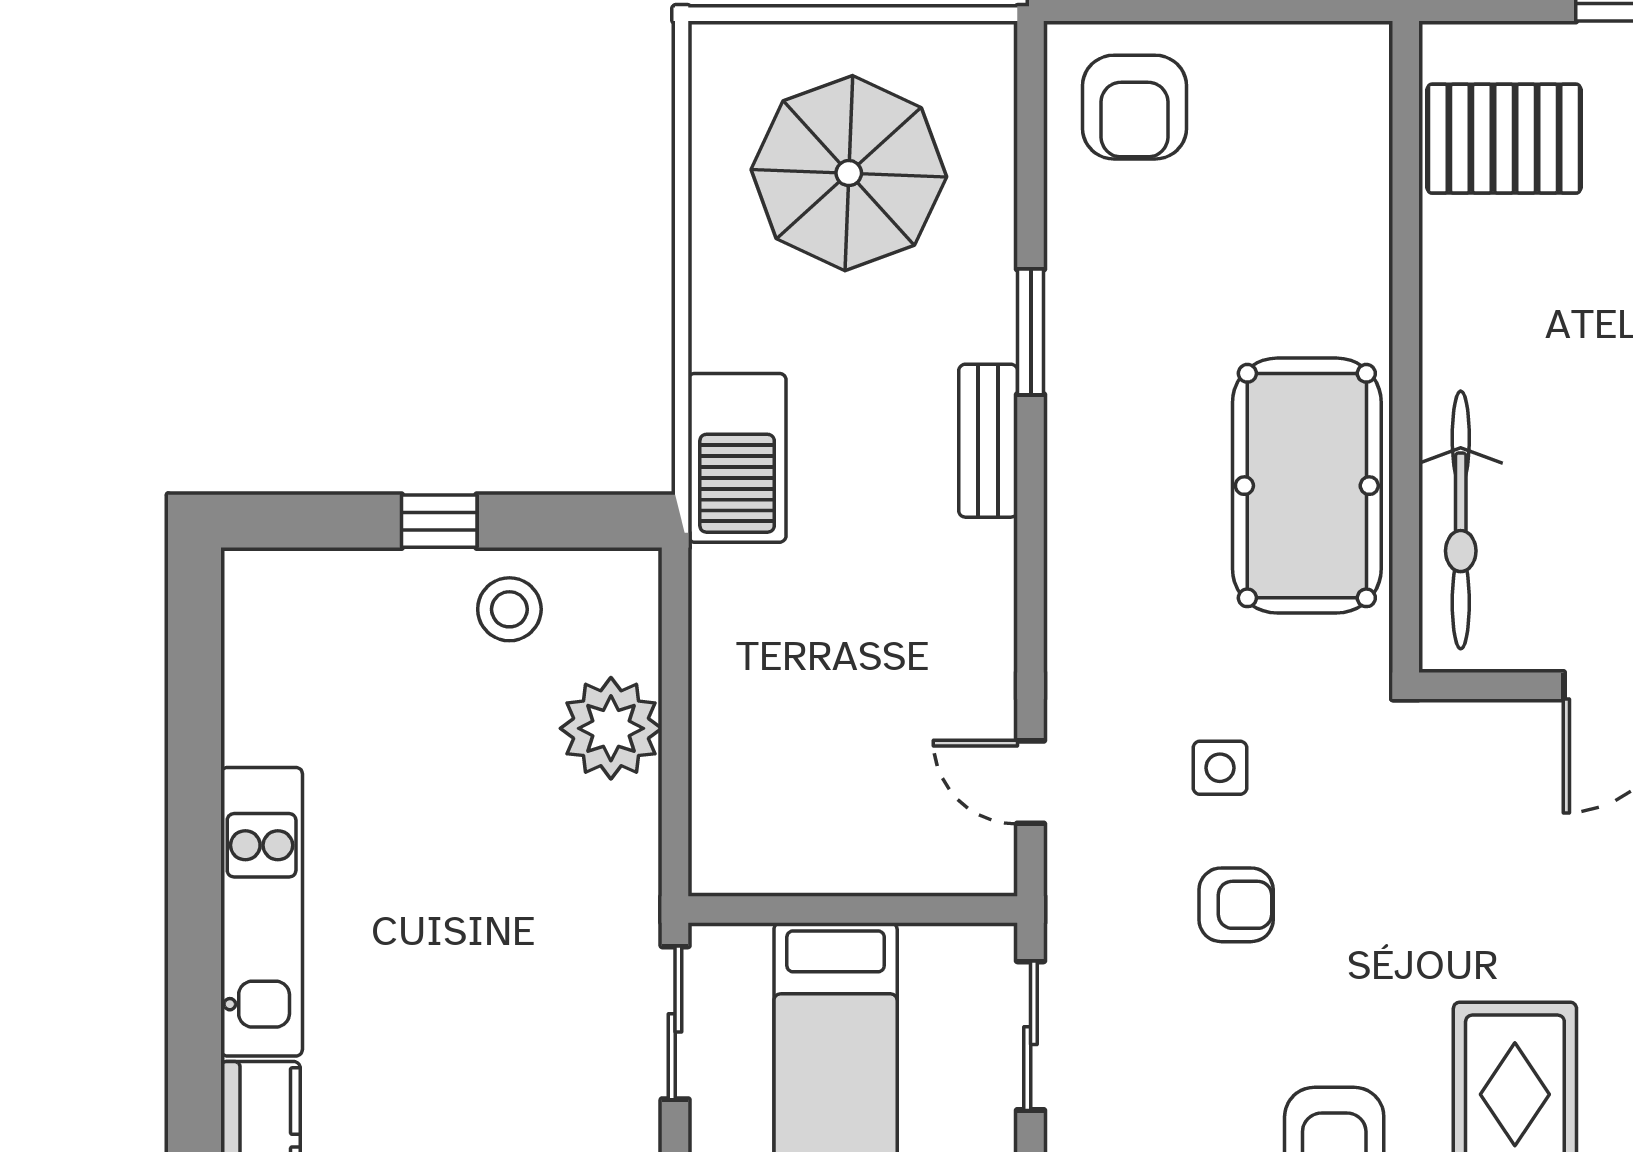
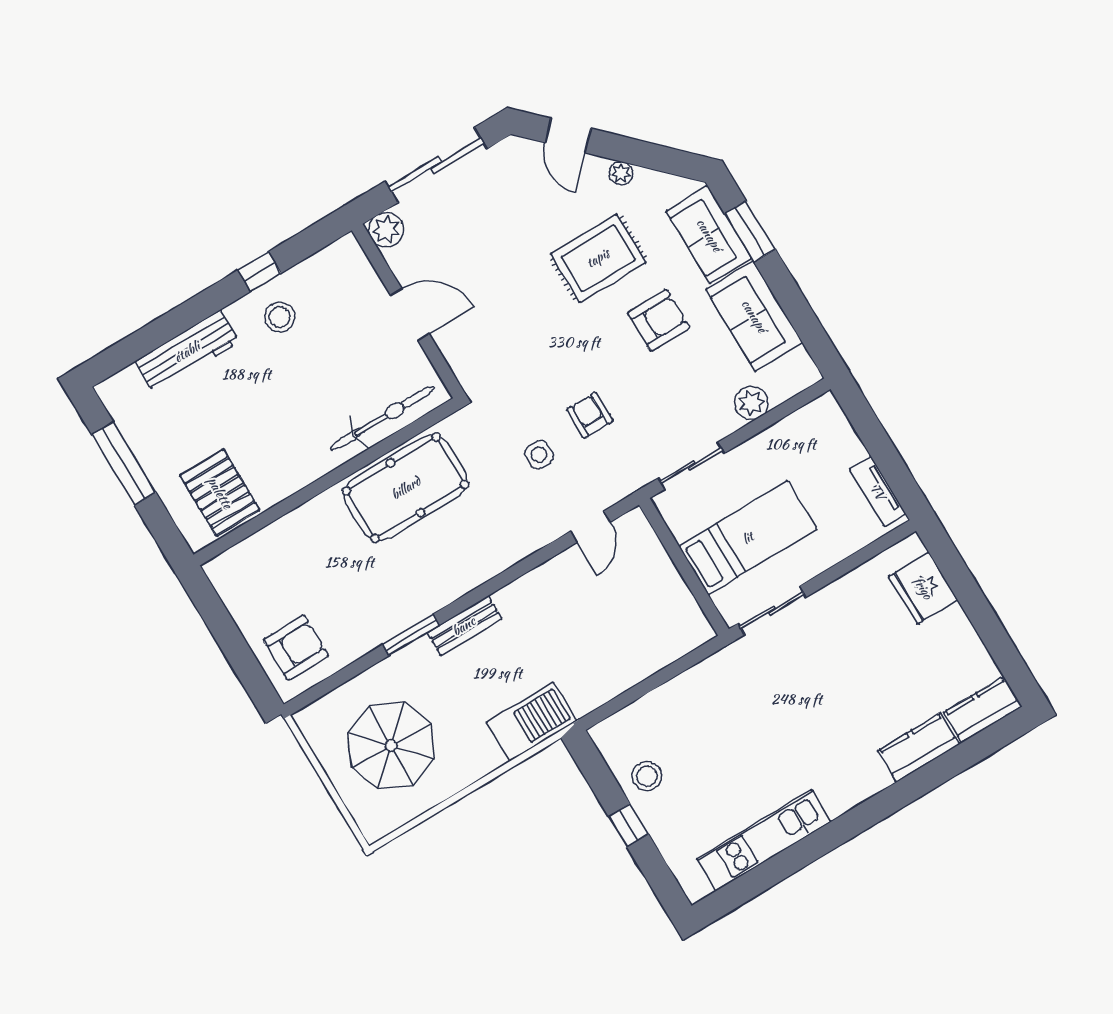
plant: (611, 728) -> (670, 707), removed
kitchen unit: (262, 912) -> (764, 840), moved

